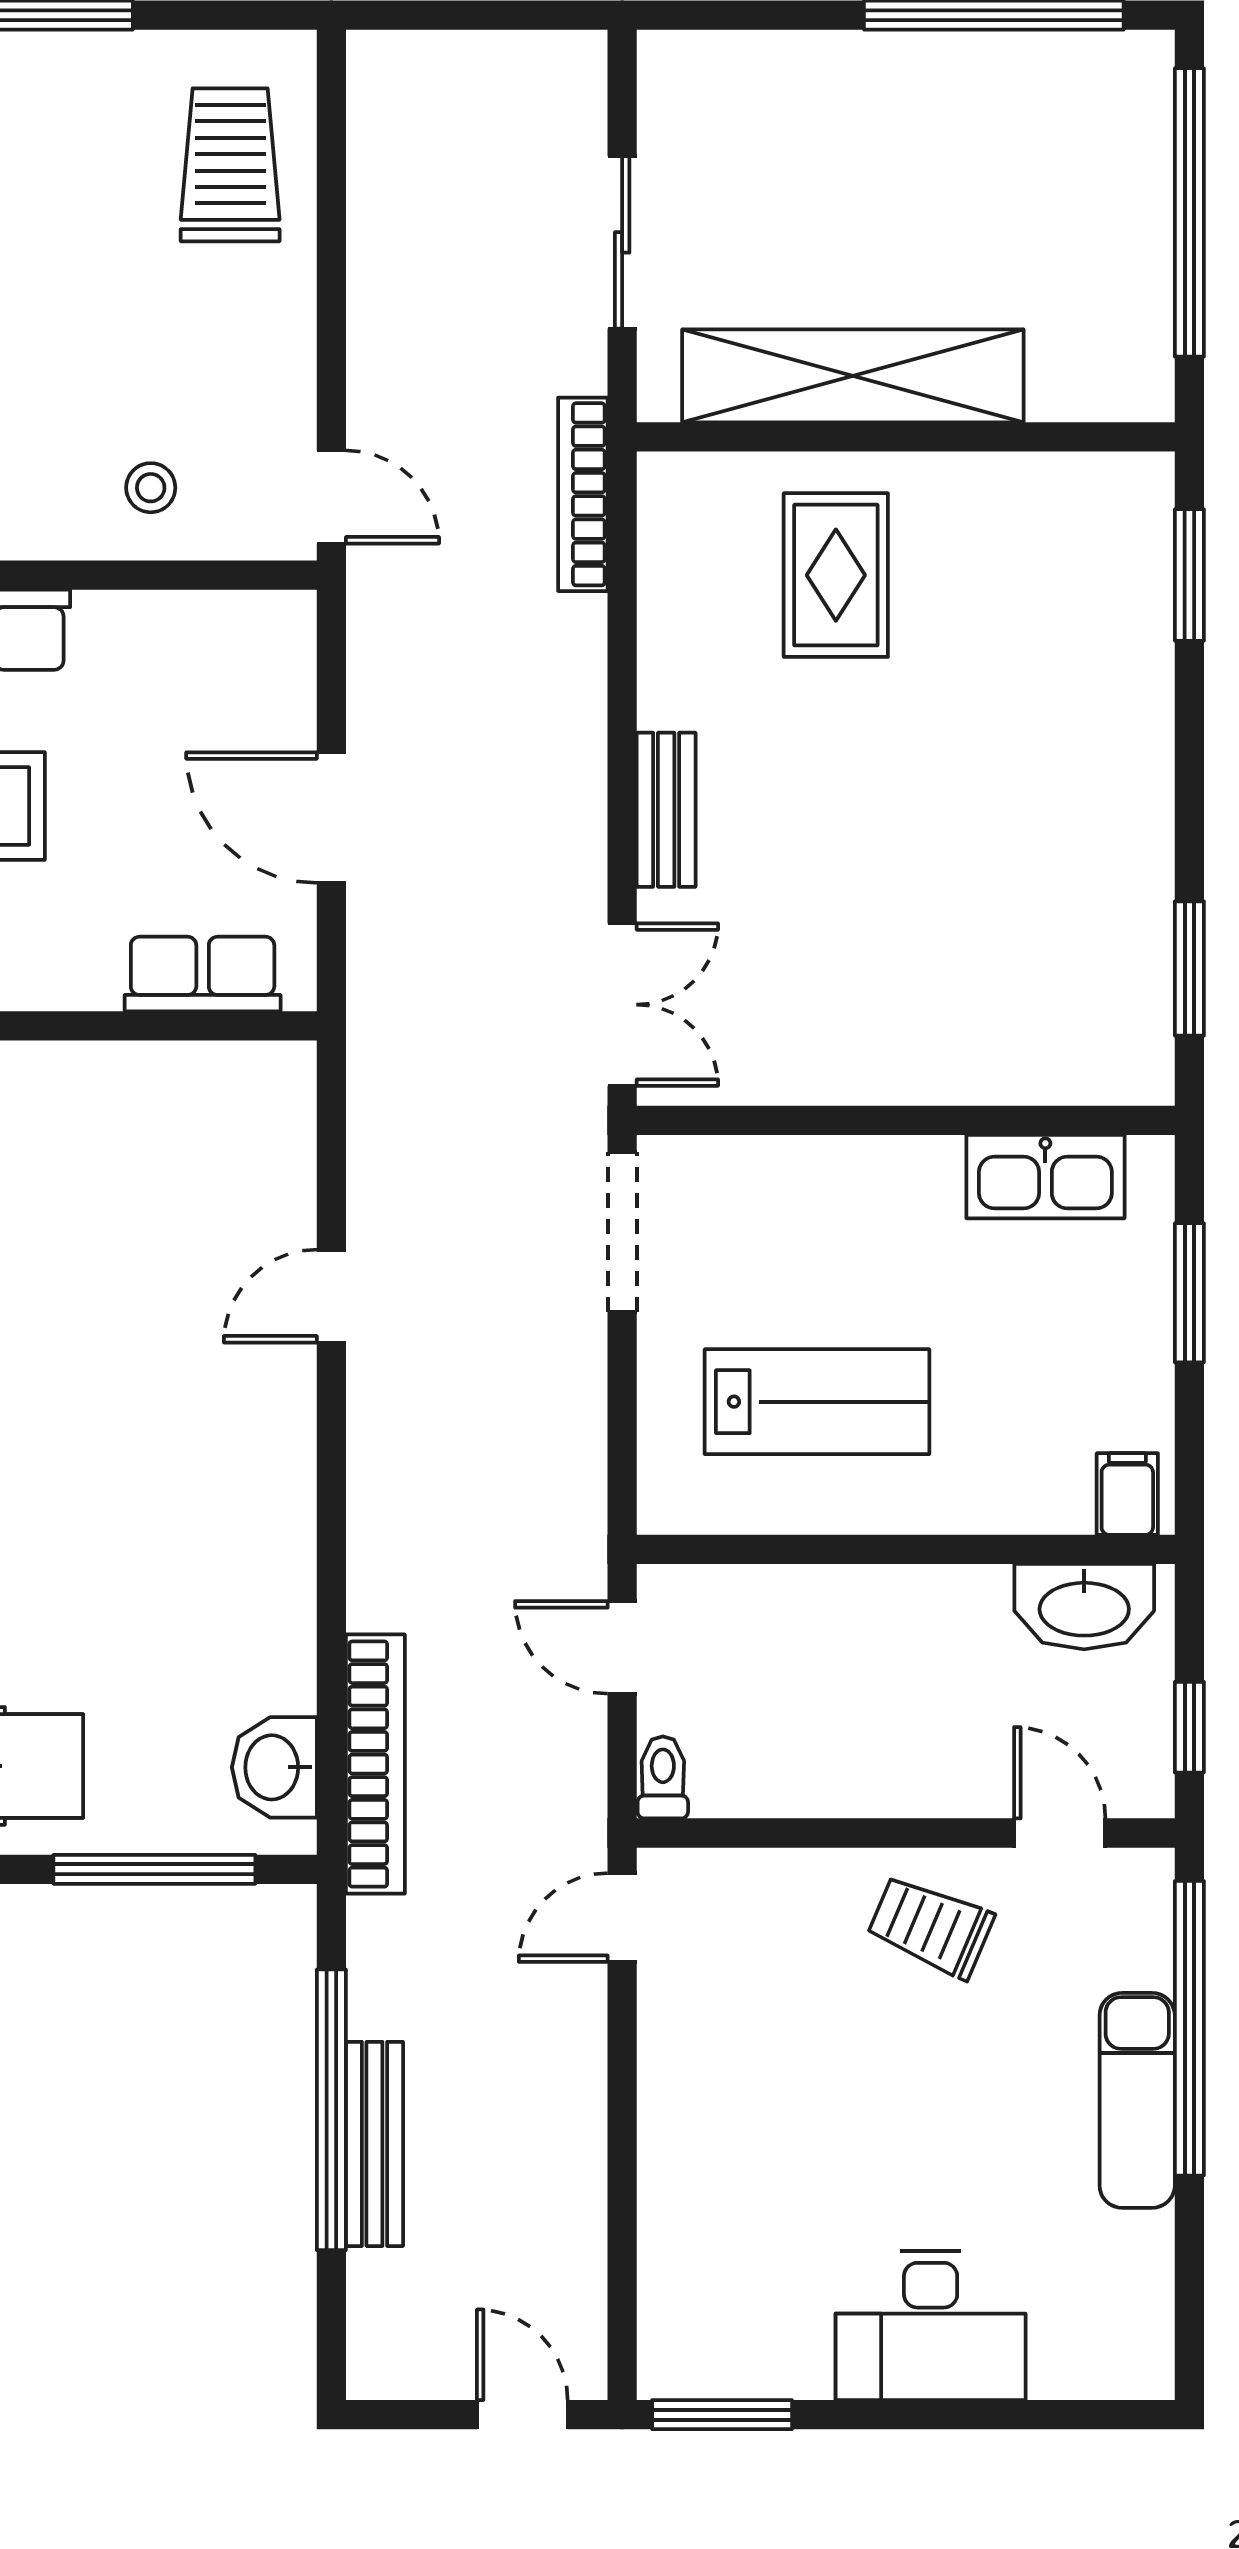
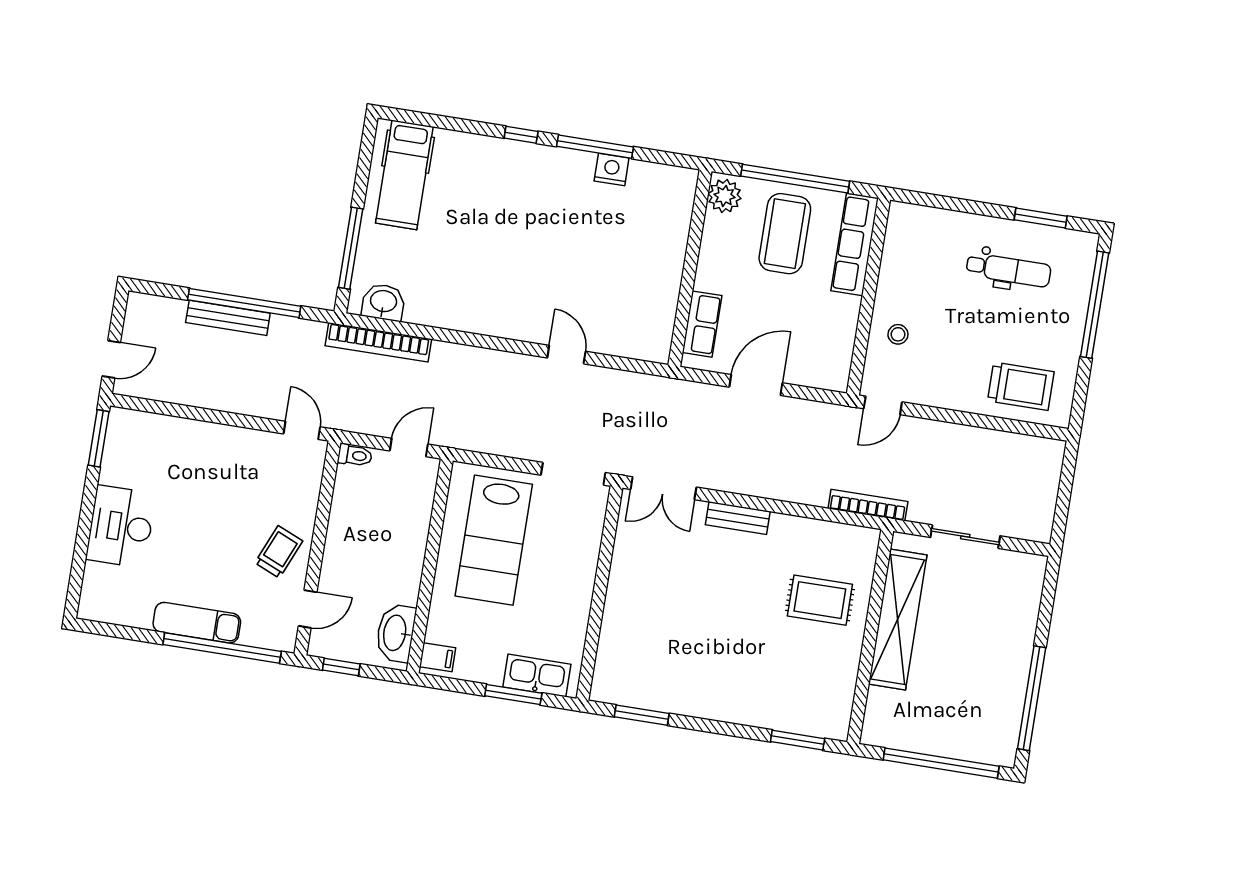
kitchen sink: (1045, 1177) -> (537, 676), moved, turned 90
lab bench: (817, 1402) -> (494, 540), width x1.36, depth x1.39

